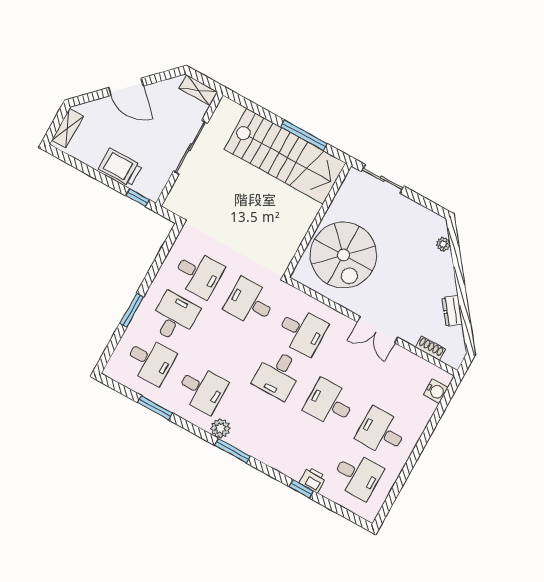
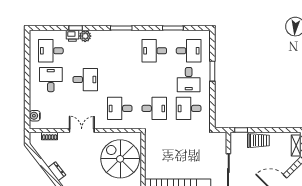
dresser: (452, 311) -> (57, 171), moved
desk: (150, 360) -> (189, 51), turned 180
desk: (278, 375) -> (120, 80), removed
plant: (220, 428) -> (85, 36), moved
desk: (381, 432) -> (51, 80), turned -90

